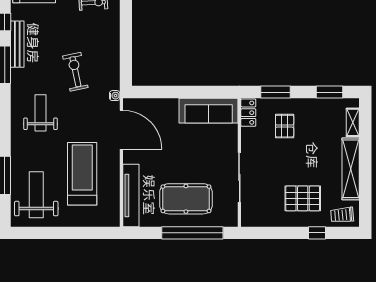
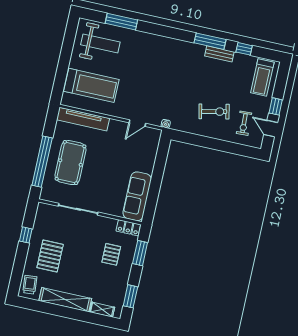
bench: (17, 44) -> (219, 54), width x0.73
exercise bike: (75, 72) -> (214, 112), moved
weight bench: (40, 113) -> (165, 61), removed
pallet: (285, 126) -> (111, 254), turned 90
door: (121, 130) -> (137, 123), width x0.53
treadmill: (82, 174) -> (91, 85), moved
window: (317, 233) -> (26, 235), moved

